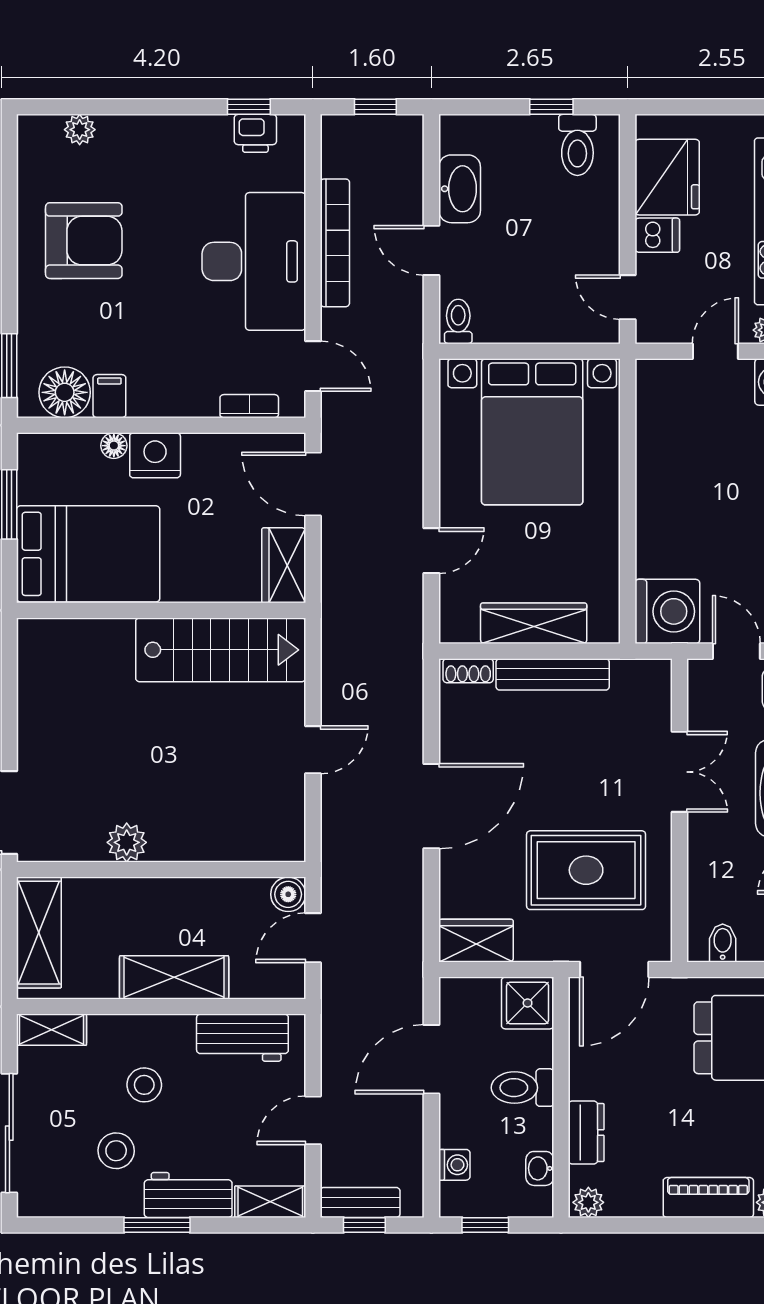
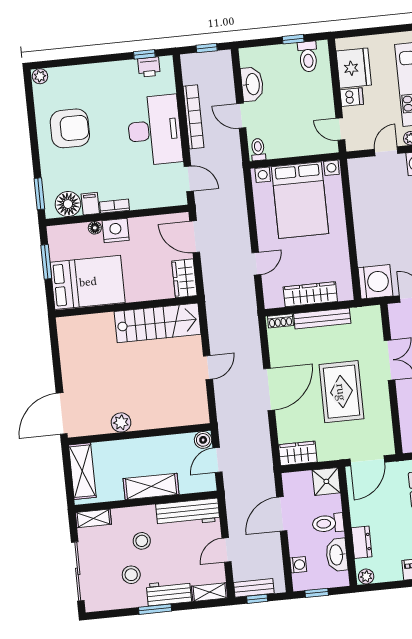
plant: (80, 130) -> (40, 76), moved
bookcase: (249, 406) -> (115, 206), moved
rug: (586, 870) -> (341, 392), moved, turned 90
workbench: (242, 1038) -> (188, 513), width x1.37
washbasin: (540, 1168) -> (337, 555), width x1.91, depth x1.45

